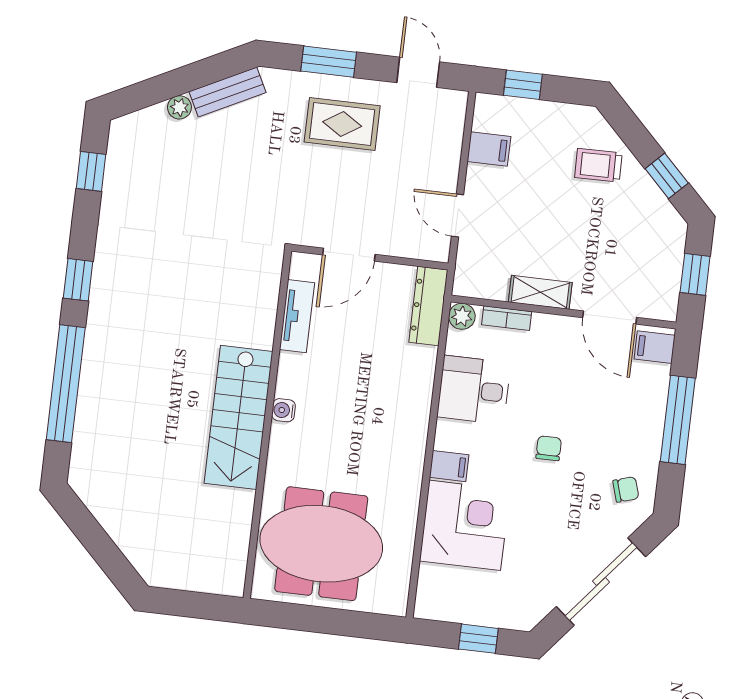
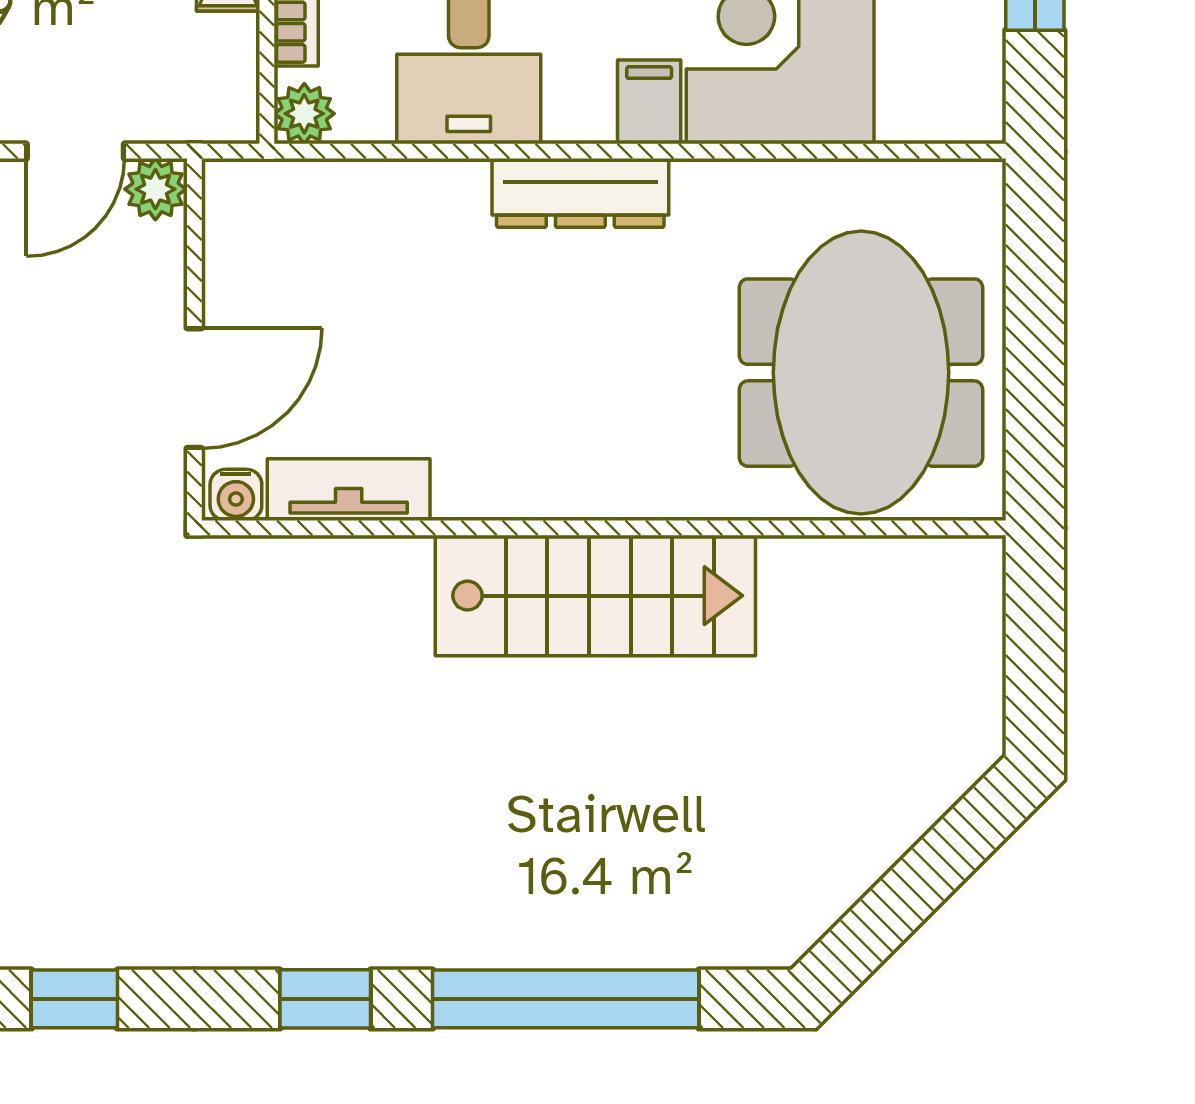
plant: (437, 248) -> (155, 189), added
door: (349, 255) -> (194, 388), hinge flipped
dresser: (428, 306) -> (580, 193), moved
water cooler: (284, 410) -> (236, 495), moved

